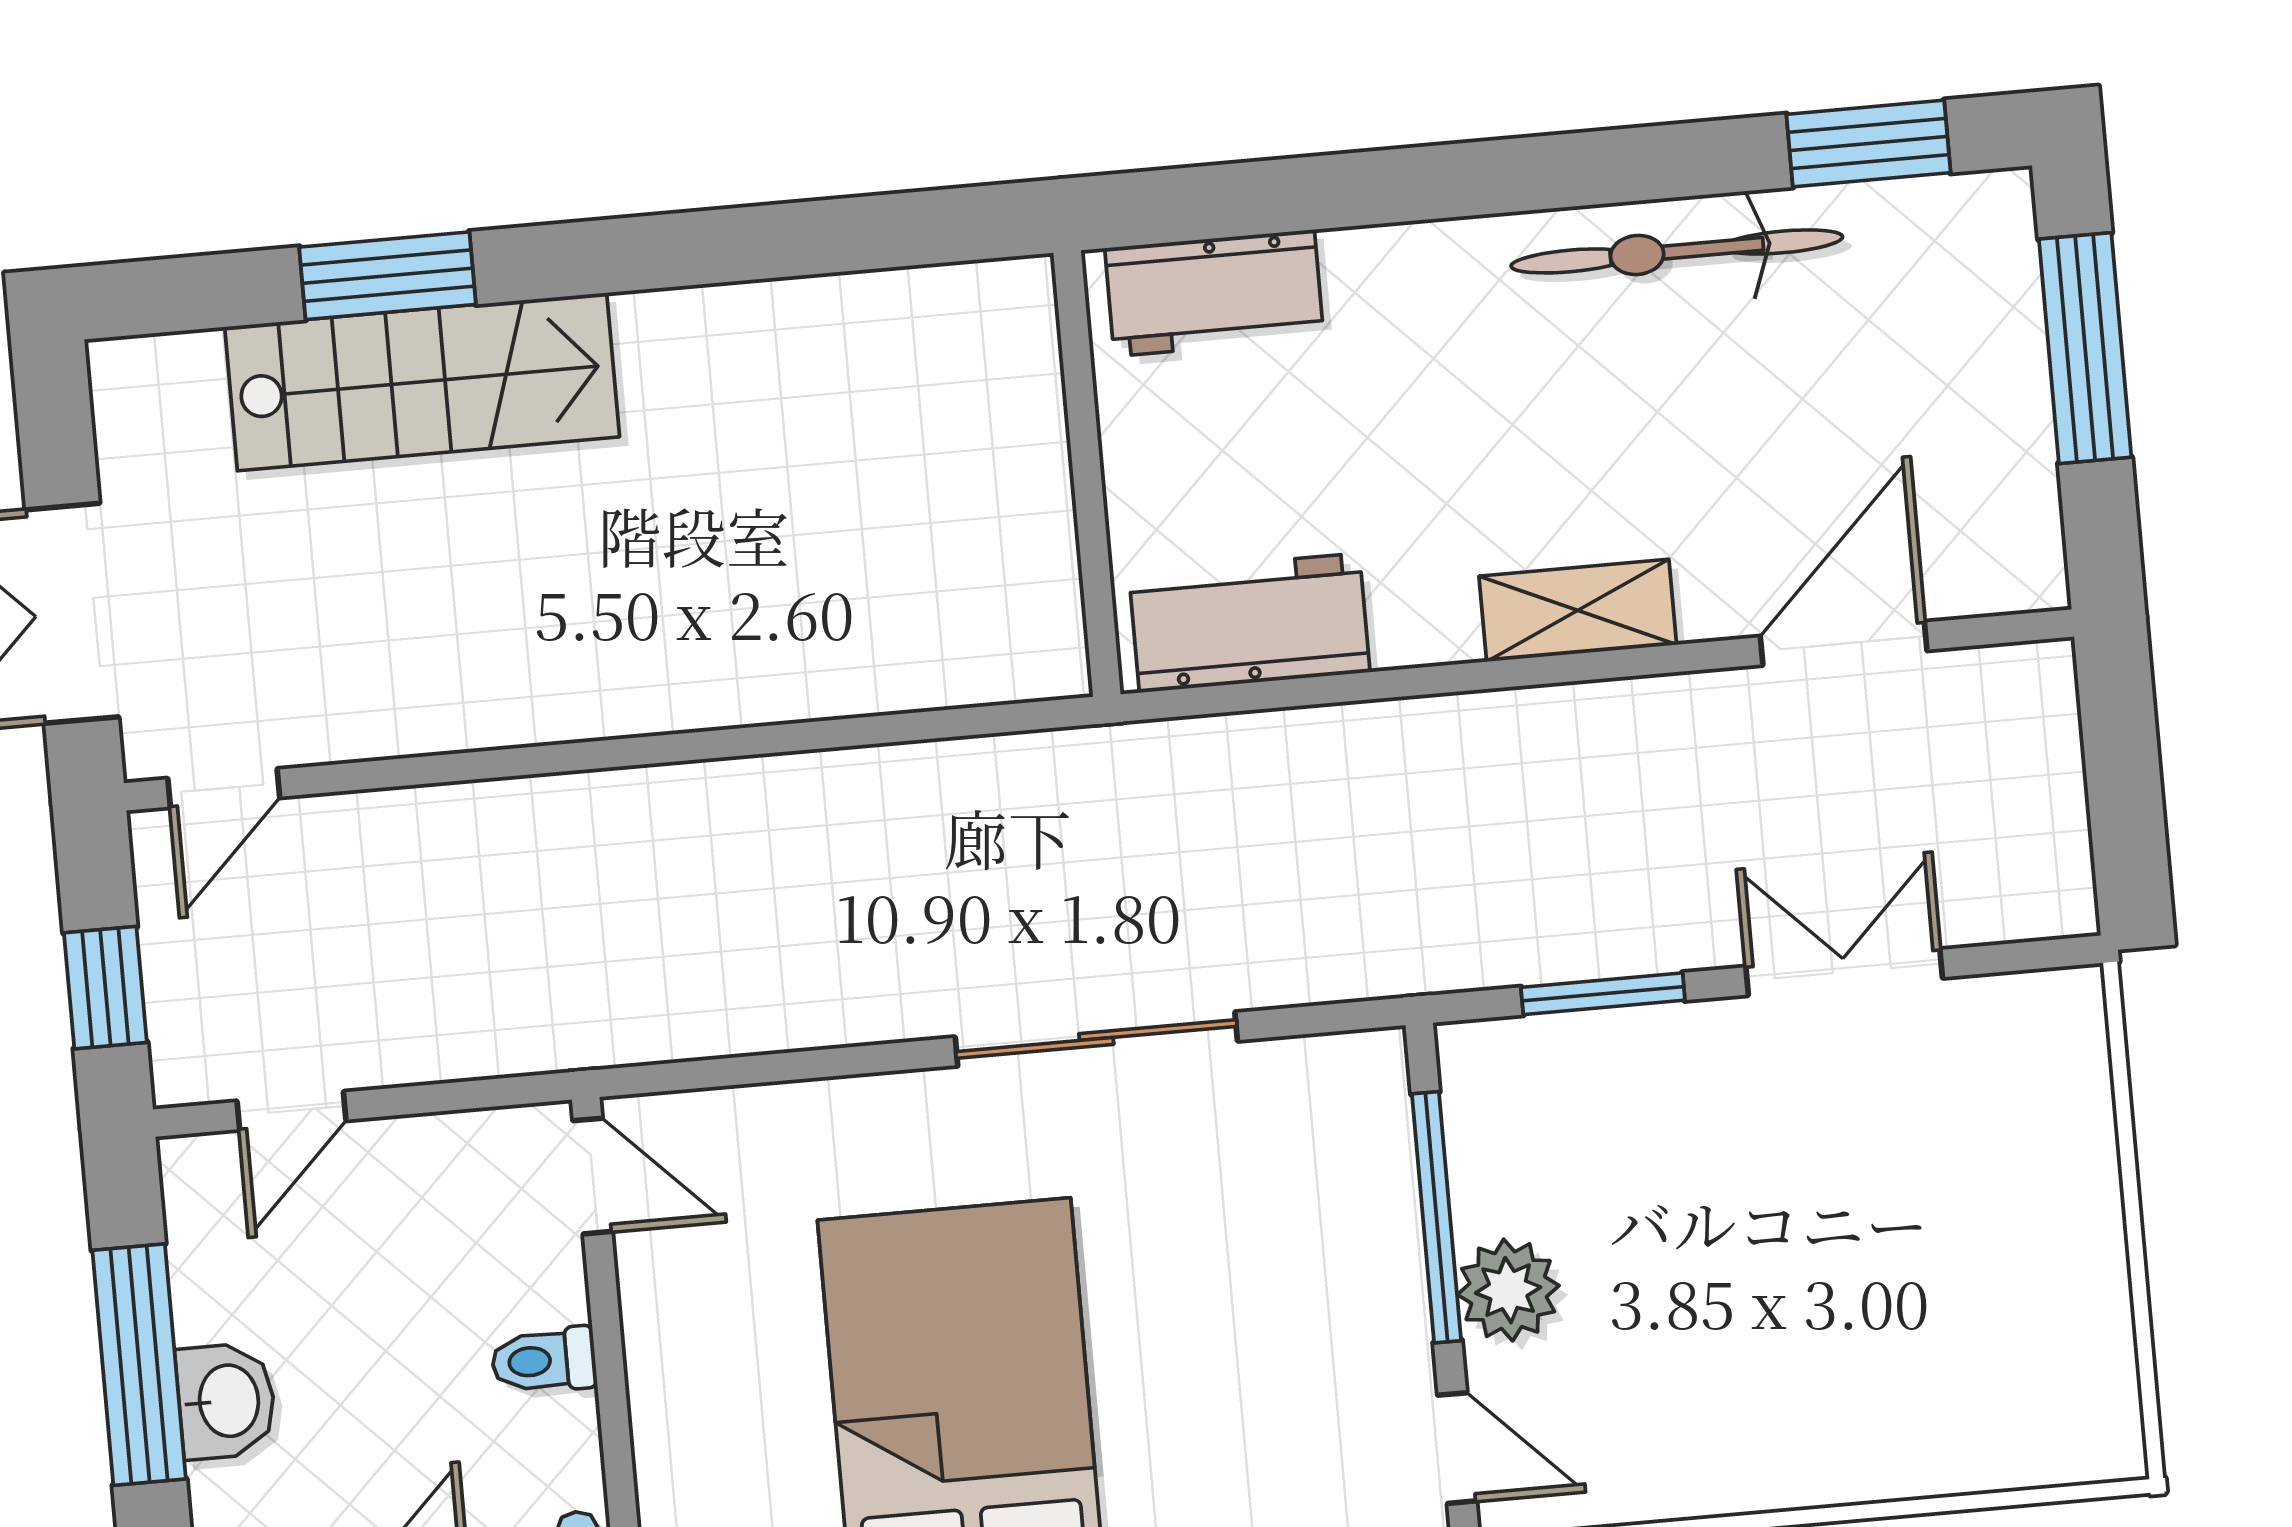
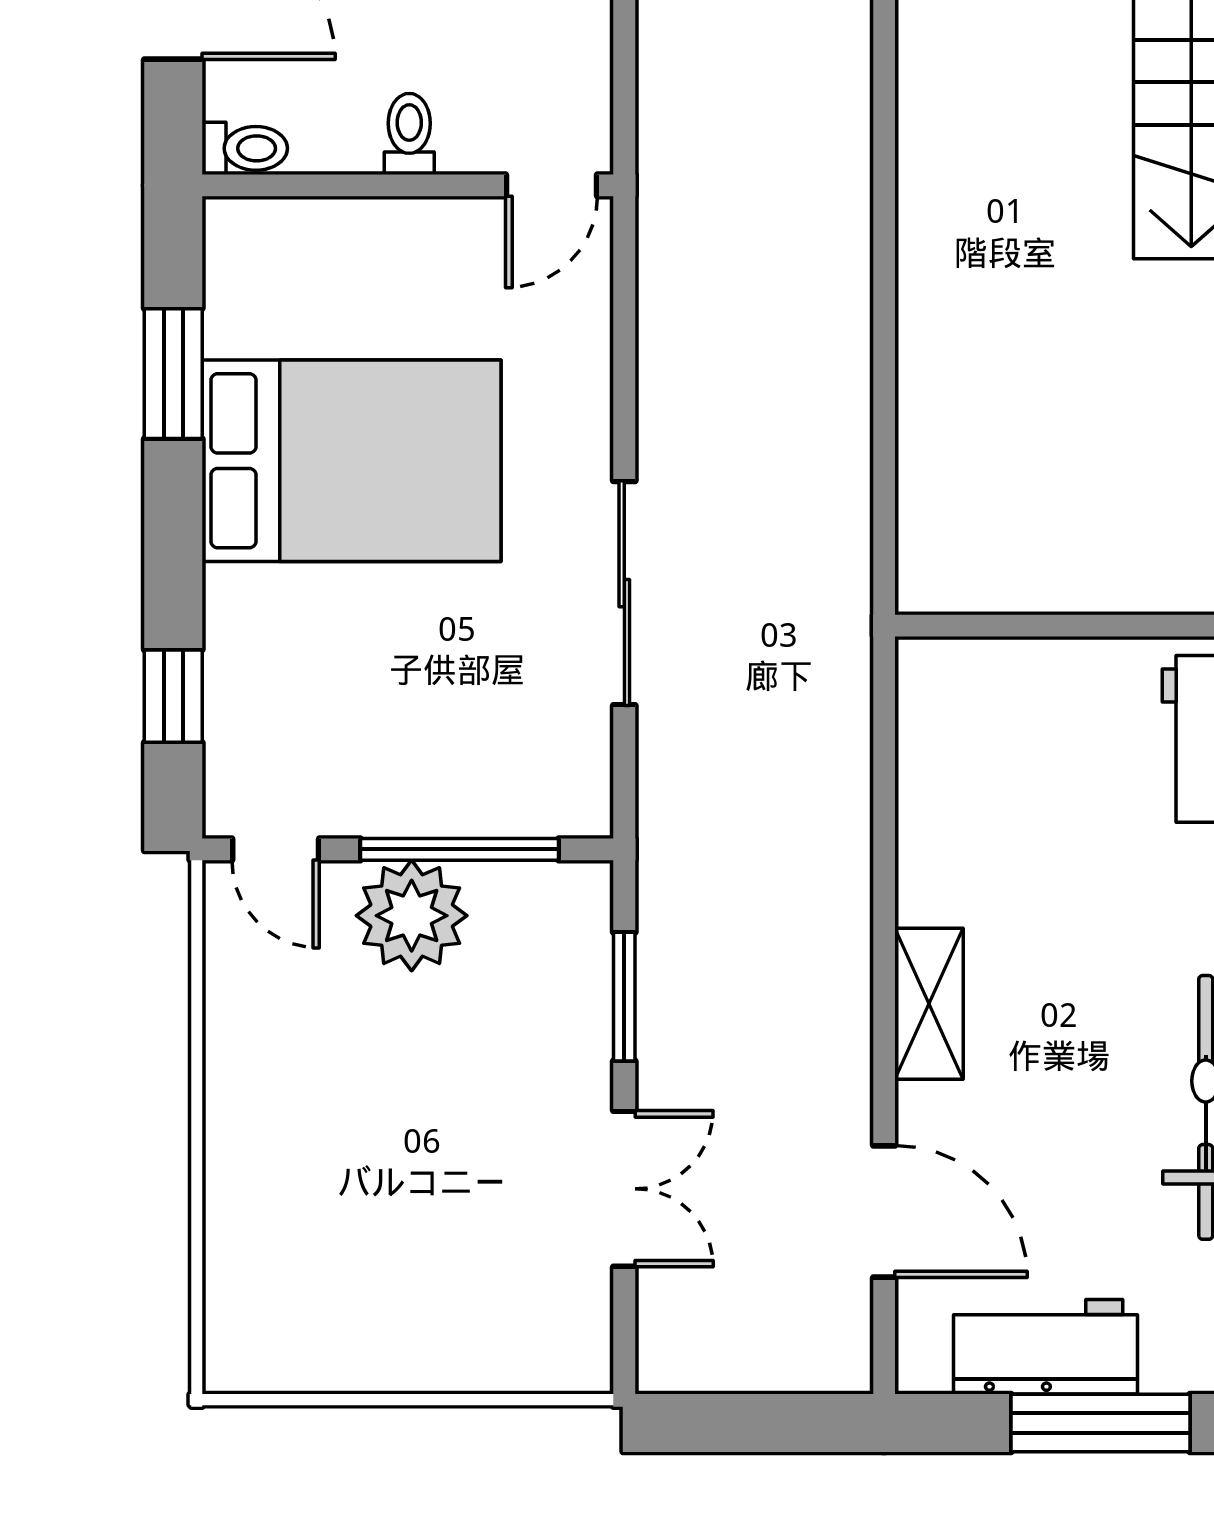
workbench: (1249, 623) -> (1045, 1347), moved, turned -90
plant: (1508, 1290) -> (412, 916), width x1.36, depth x1.36
door: (1457, 1448) -> (276, 849), hinge flipped

